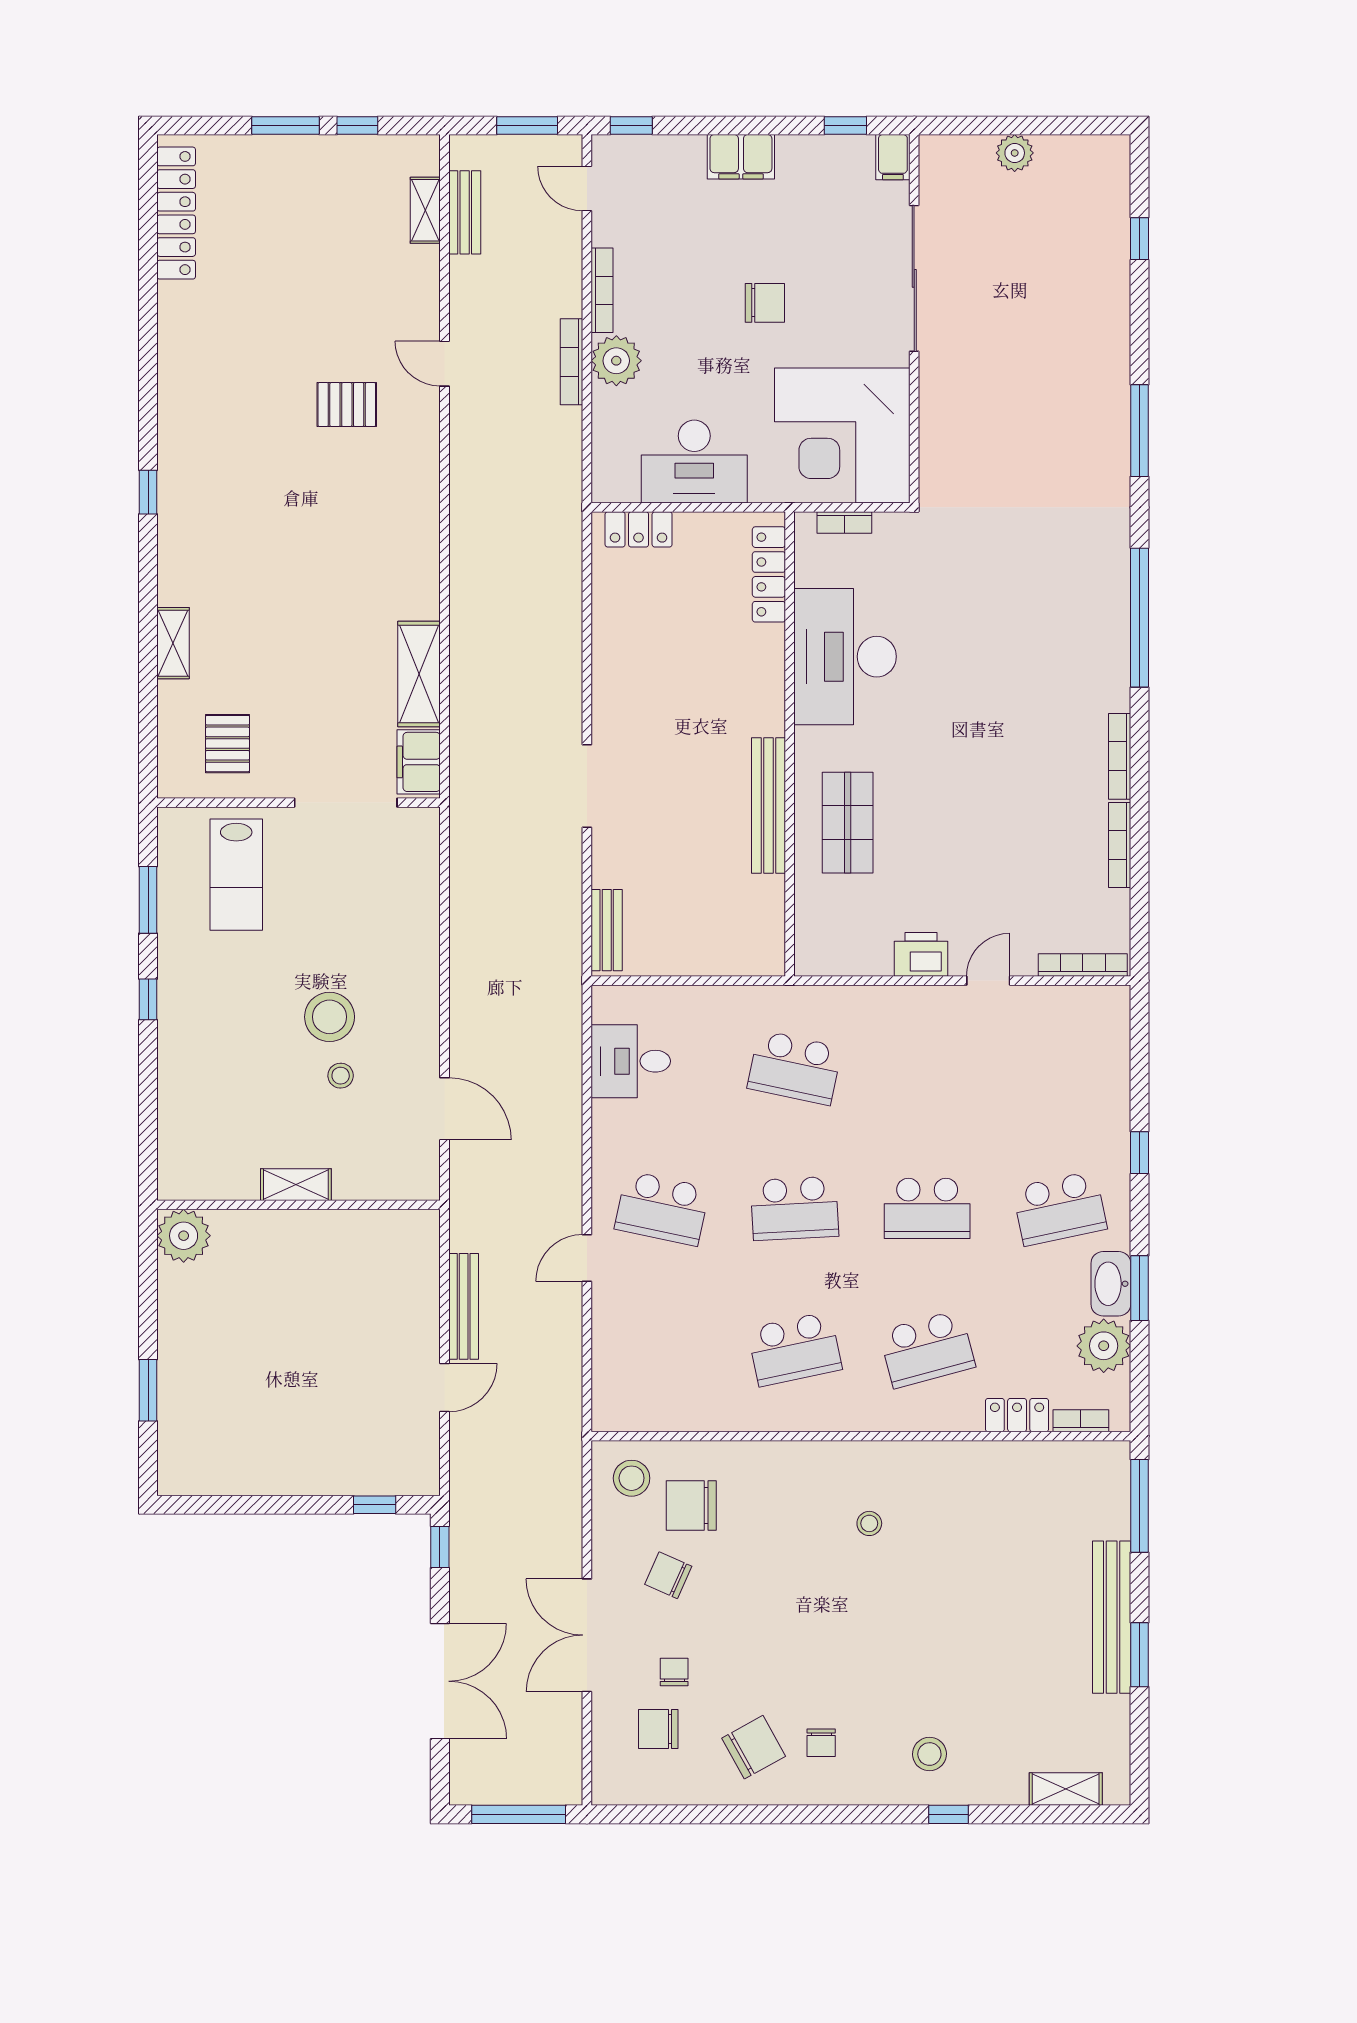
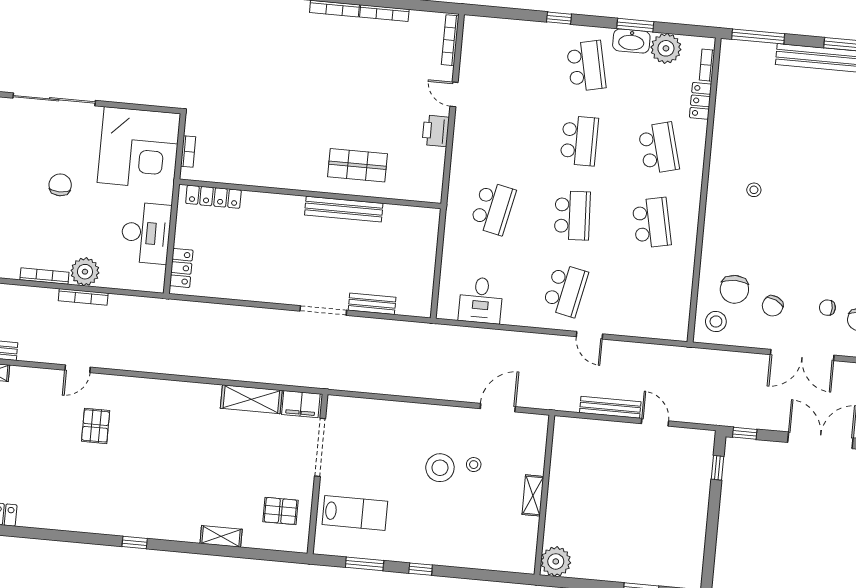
desk: (845, 657) -> (264, 158), removed
bench: (607, 930) -> (372, 304), moved

